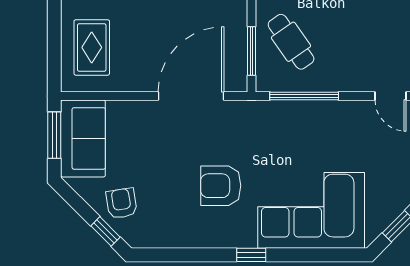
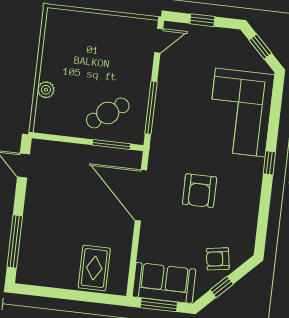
rug: (92, 47) -> (94, 268), turned 90
armchair: (221, 186) -> (200, 191), moved
window: (105, 231) -> (222, 287), moved

